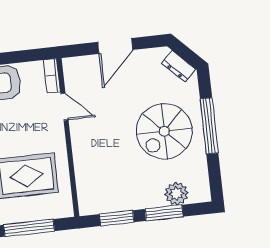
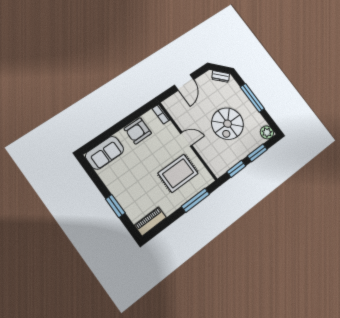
door: (65, 107) -> (186, 139), moved
spiral stairs: (164, 131) -> (228, 124), moved
plant: (176, 194) -> (267, 132), moved

